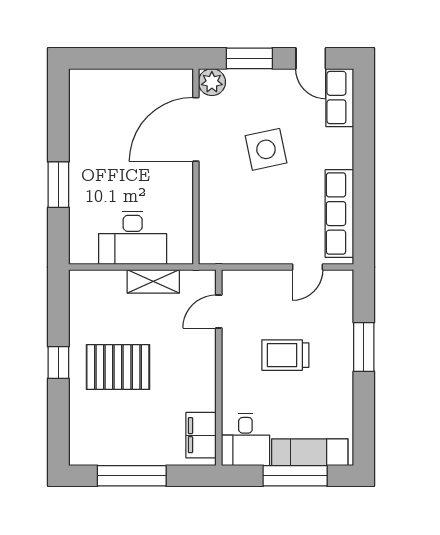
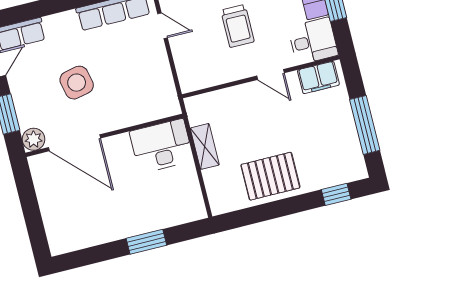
desk: (133, 238) -> (161, 146), moved, turned -90
door: (219, 312) -> (271, 74), moved
window: (58, 362) -> (336, 194), moved
pallet: (118, 367) -> (270, 176), moved, turned 90

